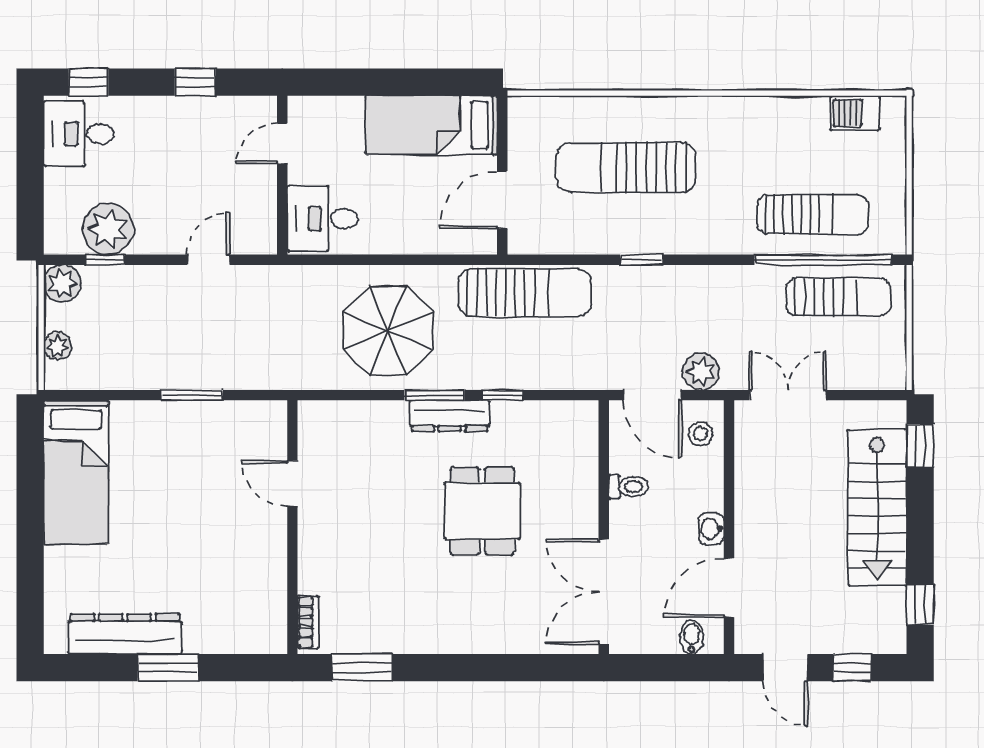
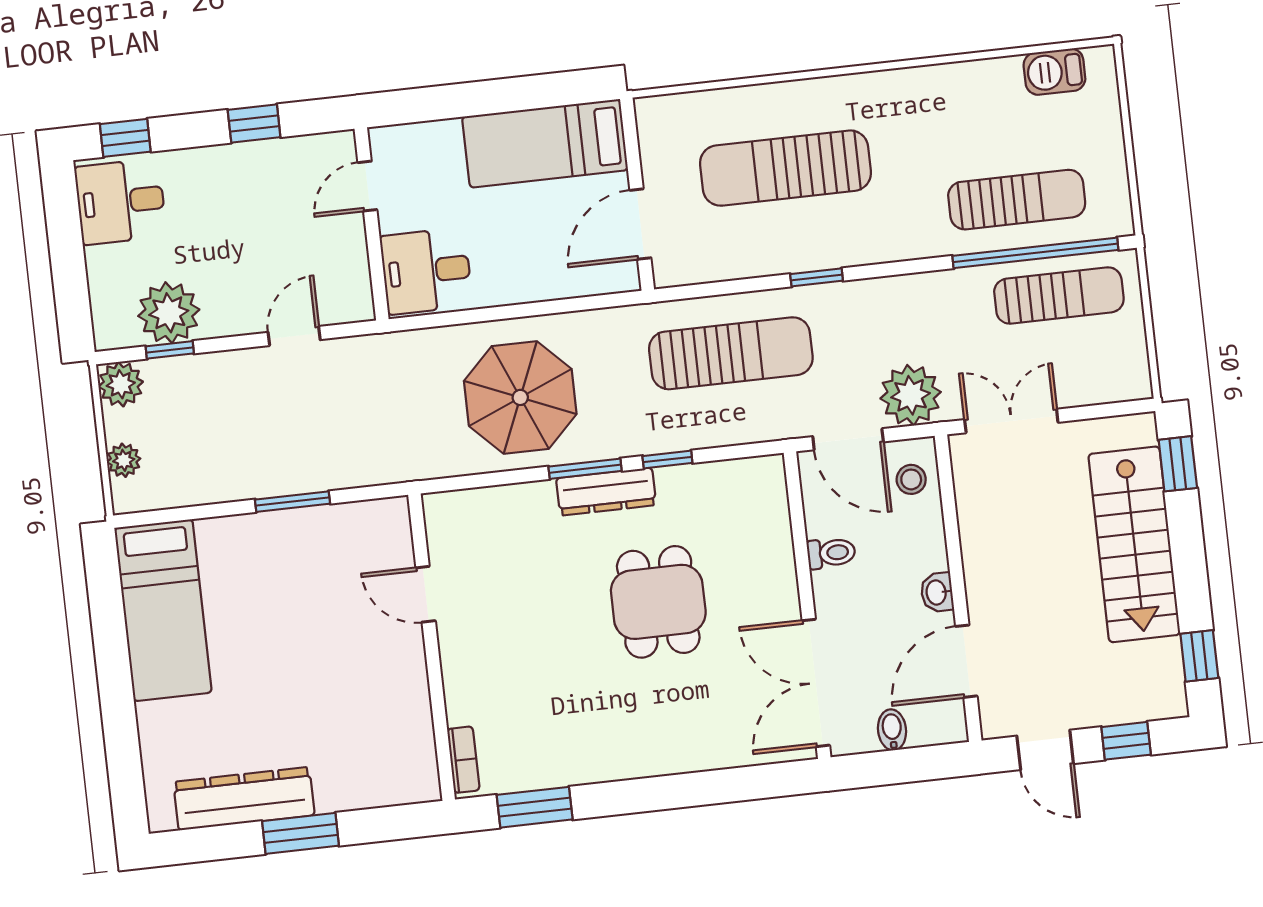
sun lounger: (525, 293) -> (731, 353), moved
plant: (701, 372) -> (911, 395), width x1.36, depth x1.36
bidet: (692, 637) -> (892, 730), moved

